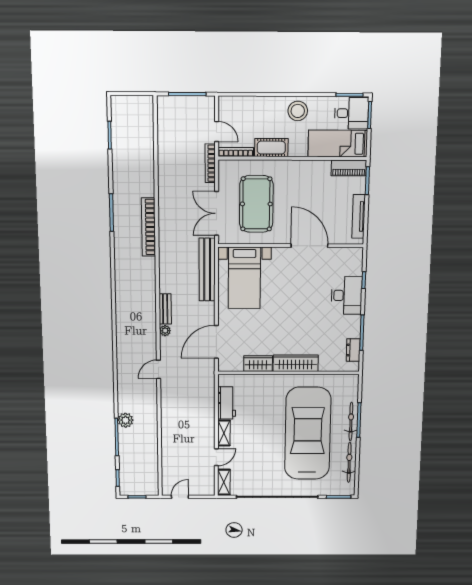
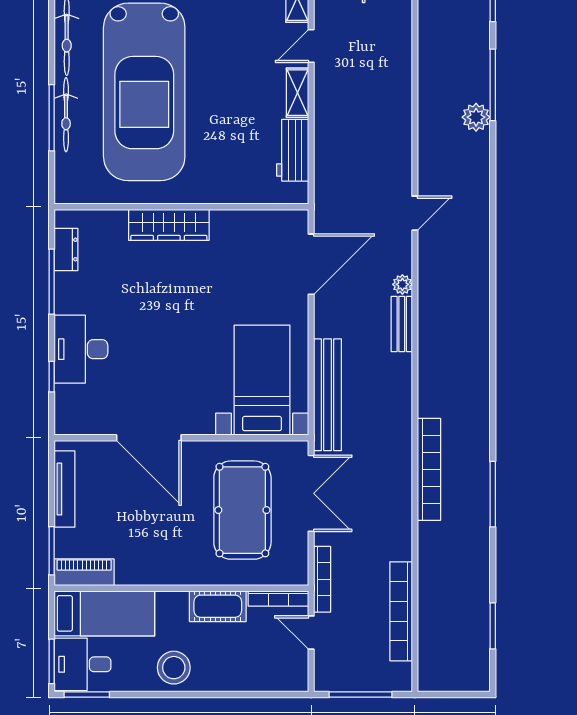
bookcase: (164, 144) -> (401, 611), added
wardrobe: (258, 364) -> (236, 224), removed

